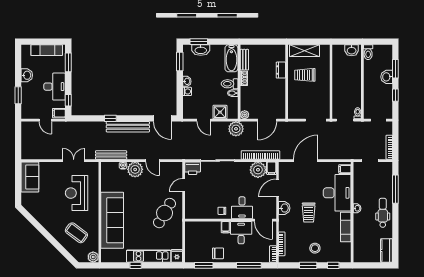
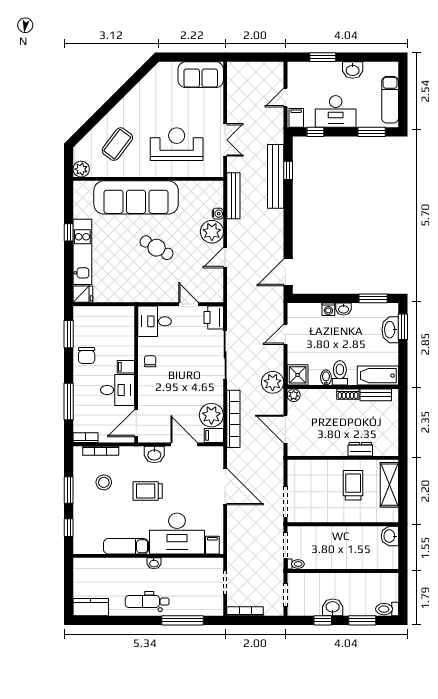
washbasin: (352, 50) -> (390, 536), moved
toilet: (368, 52) -> (387, 609), moved
washbasin: (387, 77) -> (333, 607), moved
shower: (220, 112) -> (298, 375), moved
window: (110, 118) -> (288, 170), moved
bench: (128, 127) -> (276, 176), moved
desk: (242, 208) -> (155, 321), moved
cafe table: (165, 213) -> (157, 248), moved, width x0.73, depth x0.74
dental chair: (383, 213) -> (147, 602), turned 180
stool: (315, 248) -> (104, 482), moved

